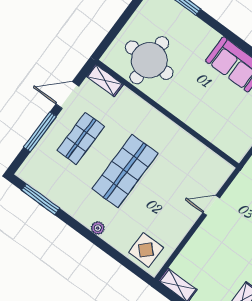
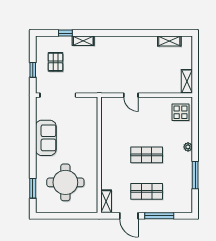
round table: (149, 60) -> (65, 182), moved
shop shelf: (125, 171) -> (147, 155), width x0.70, depth x0.74
window: (40, 199) -> (195, 175), moved

